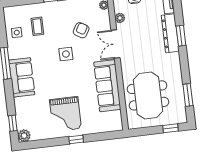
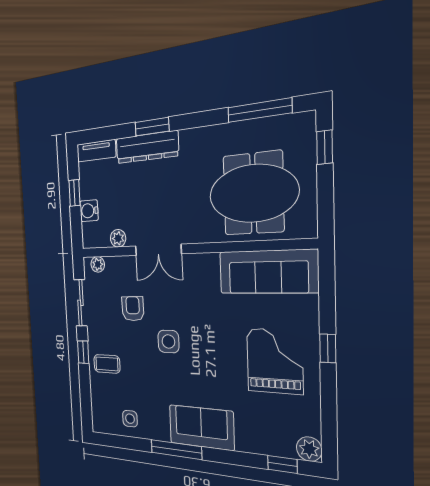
coffee table: (37, 26) -> (107, 364), moved
armchair: (81, 30) -> (133, 309), turned 58
sofa: (107, 86) -> (268, 272), moved
window: (188, 95) -> (259, 110), width x1.44
grand piano: (65, 114) -> (275, 361), turned -90

